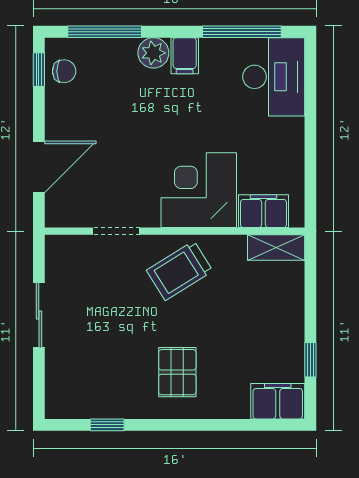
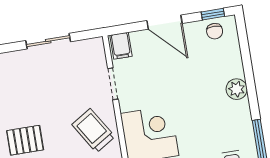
window: (105, 32) -> (245, 54), removed
filing cabinet: (185, 56) -> (121, 46), moved, turned -90
door: (39, 167) -> (165, 22), moved

